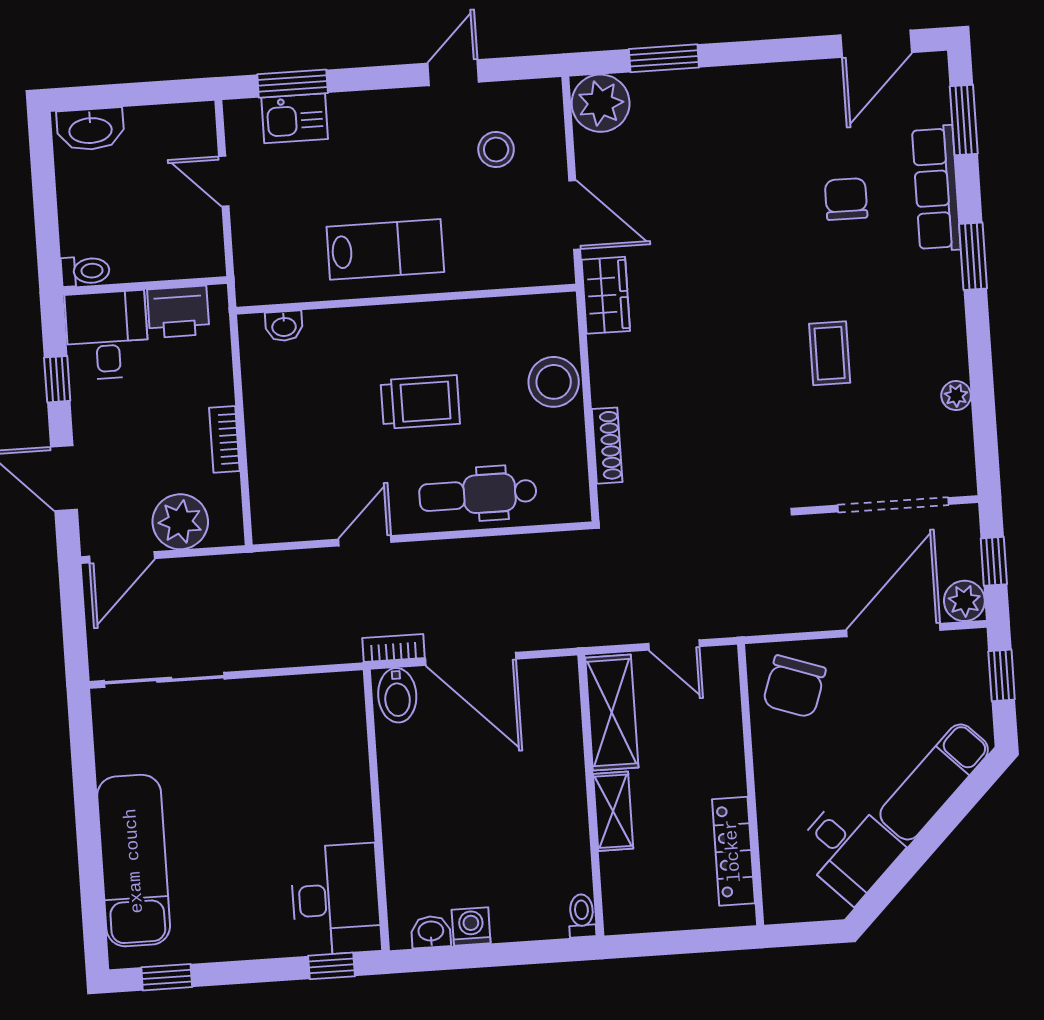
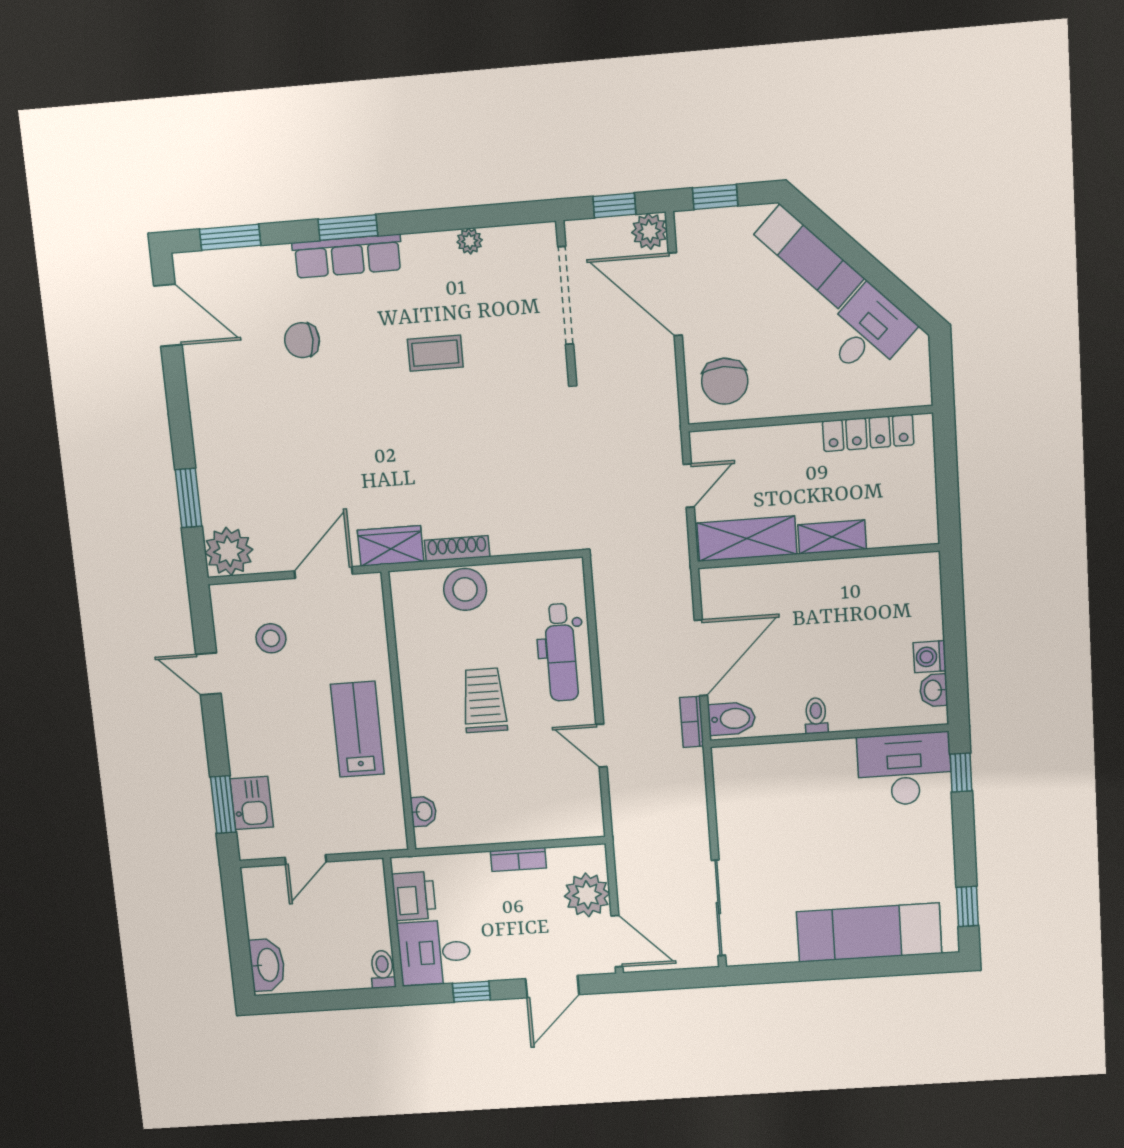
row of seats: (936, 188) -> (347, 256), moved
shoe rack: (607, 446) -> (457, 549), moved
chair: (794, 686) -> (725, 381), turned 71
toilet: (582, 916) -> (816, 716), moved, turned 90

